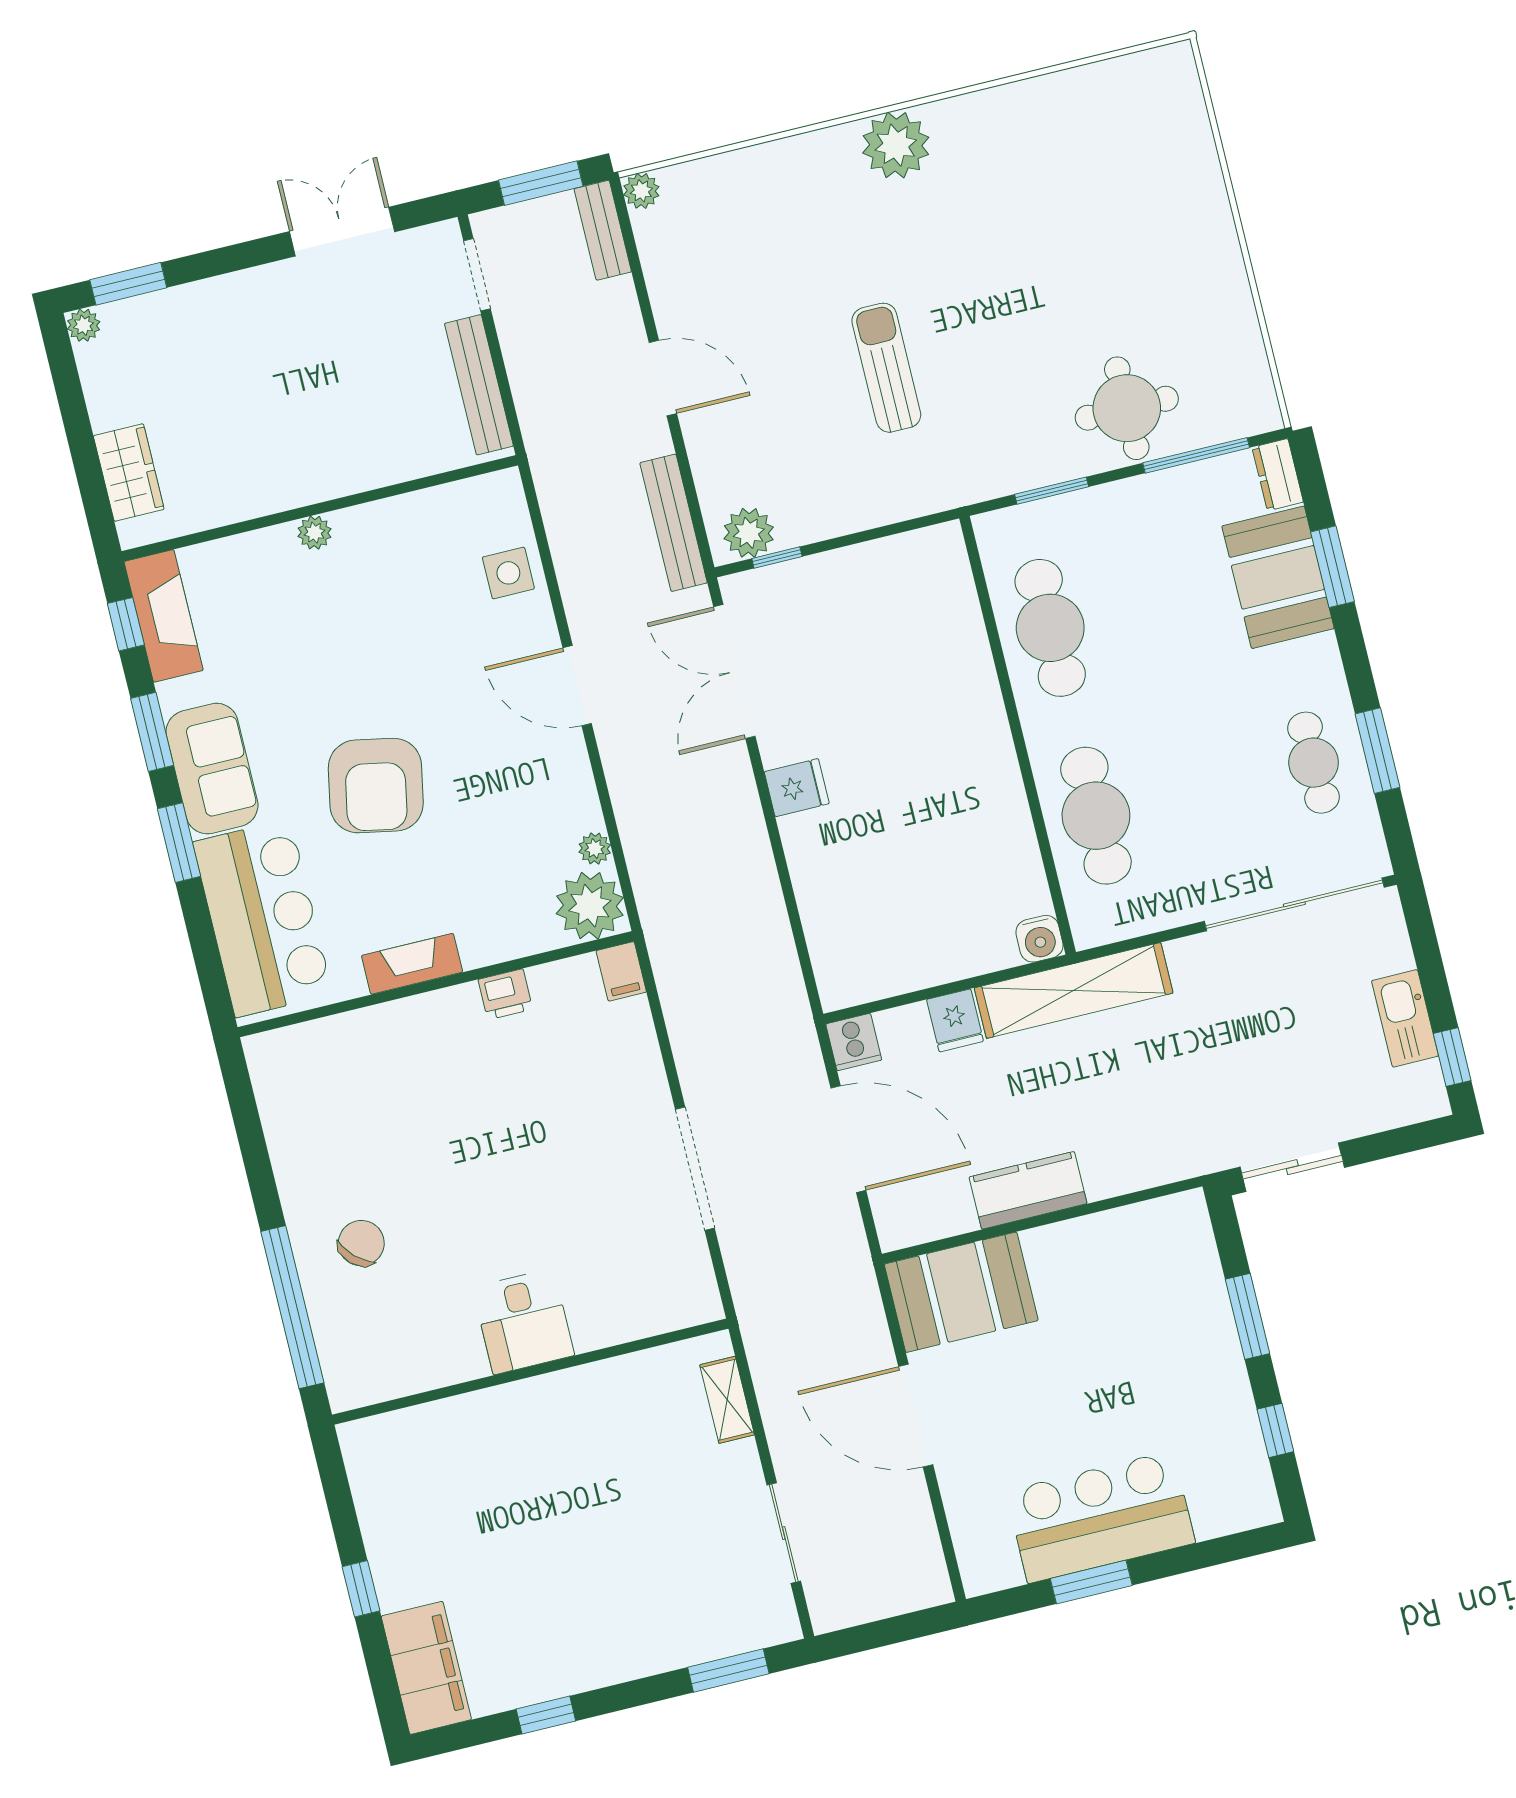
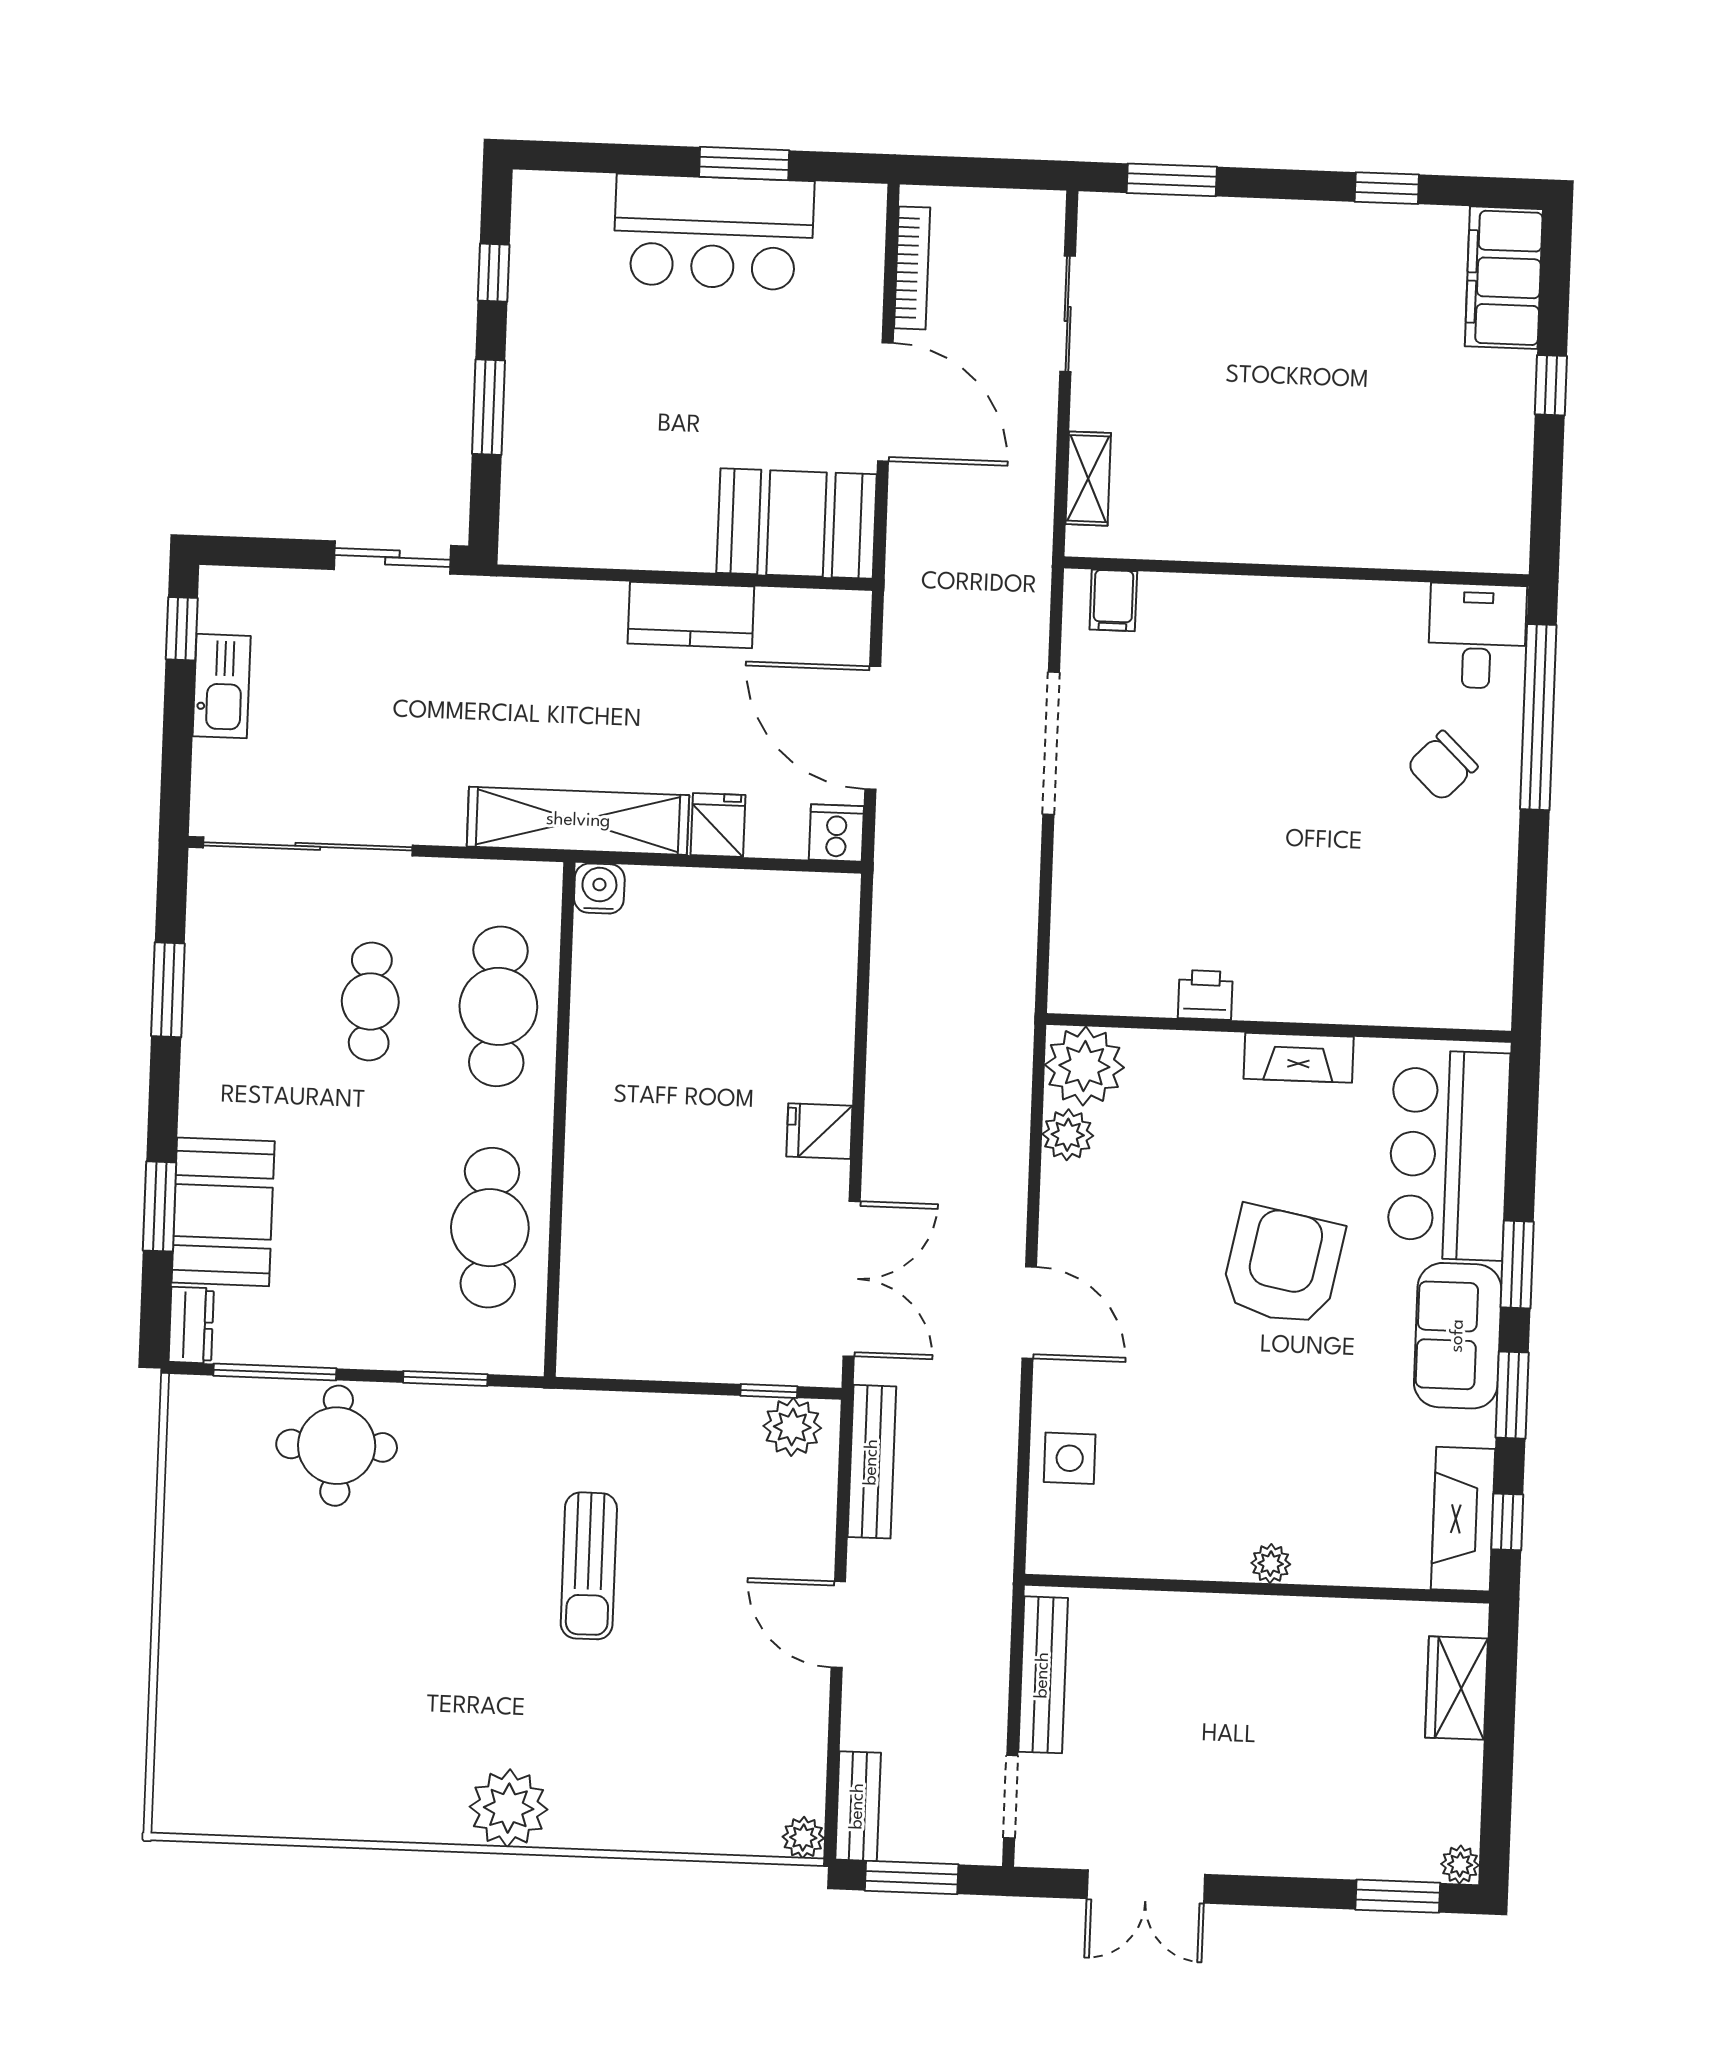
cafe table: (1314, 763) -> (370, 1001), moved
plant: (595, 849) -> (1068, 1135), width x1.38, depth x1.38
filing cabinet: (621, 971) -> (1113, 600), moved, turned 180
desk: (523, 1321) -> (1477, 636), moved
bookcase: (925, 1534) -> (912, 268), added

